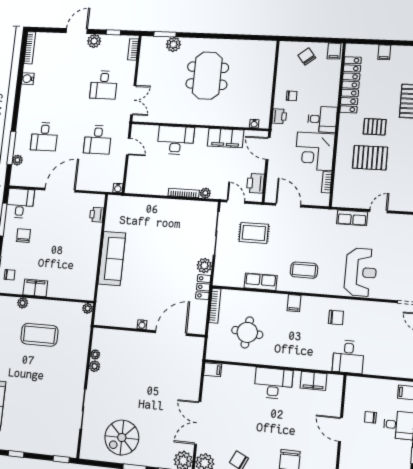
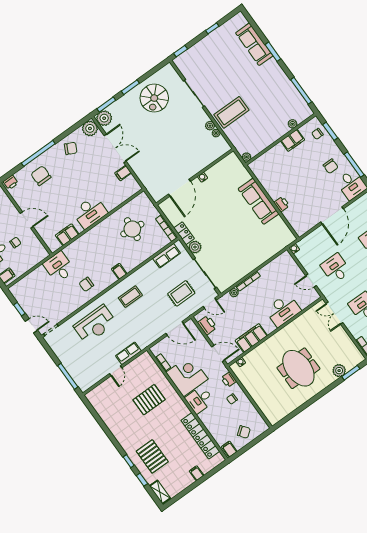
pallet: (375, 127) -> (163, 421), removed
printer: (97, 215) -> (282, 204), moved
reception desk: (361, 272) -> (95, 324), turned -90
row of seats: (261, 282) -> (167, 256), moved
coffee table: (39, 335) -> (231, 112), moved
filing cabinet: (213, 370) -> (123, 173), moved
spiral stairs: (122, 438) -> (154, 98), turned 180

